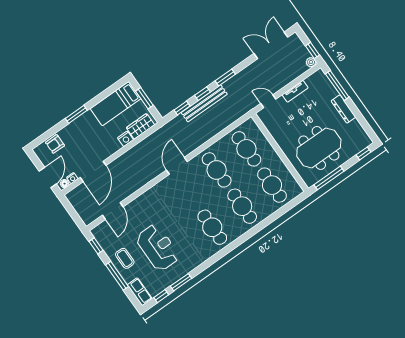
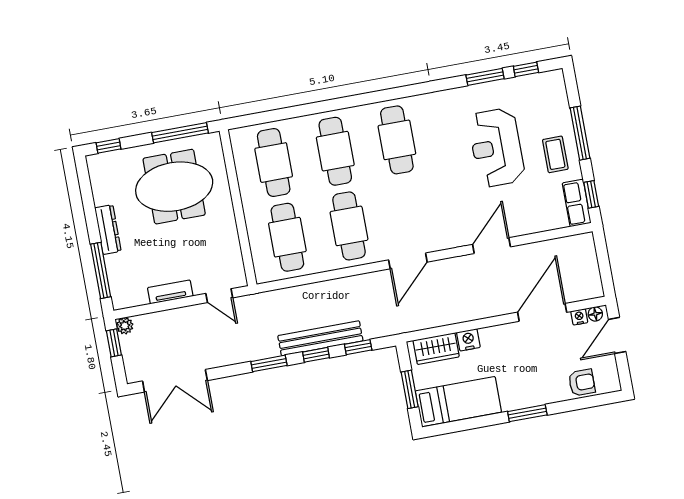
door: (113, 211) -> (491, 246), moved
row of seats: (140, 292) -> (577, 203), moved

